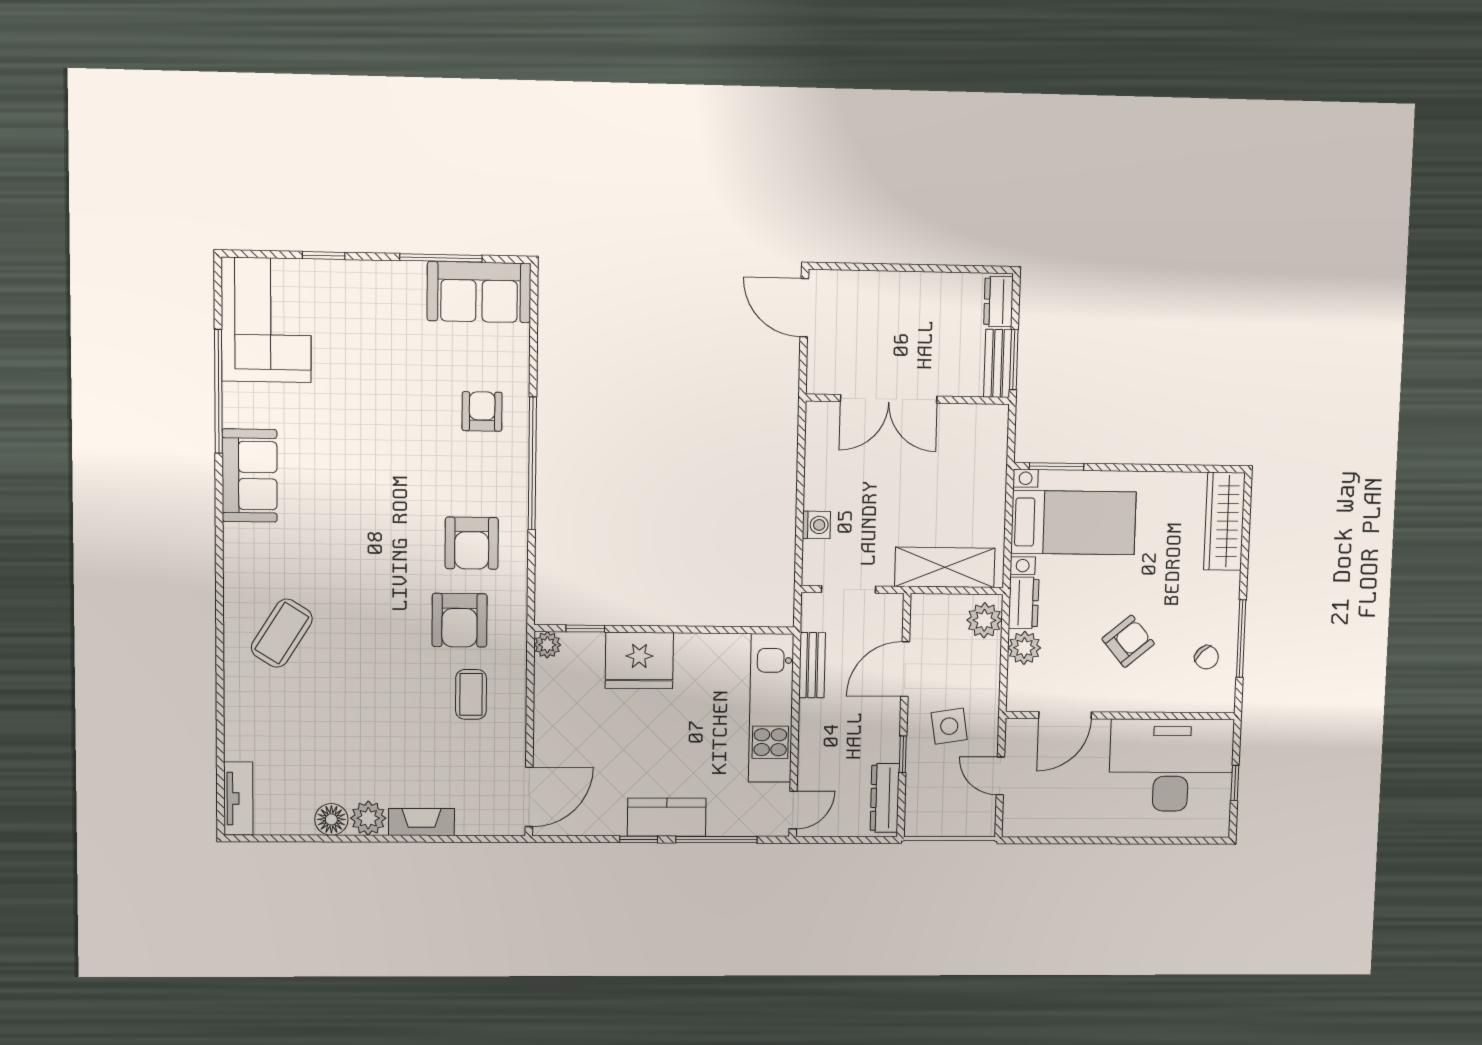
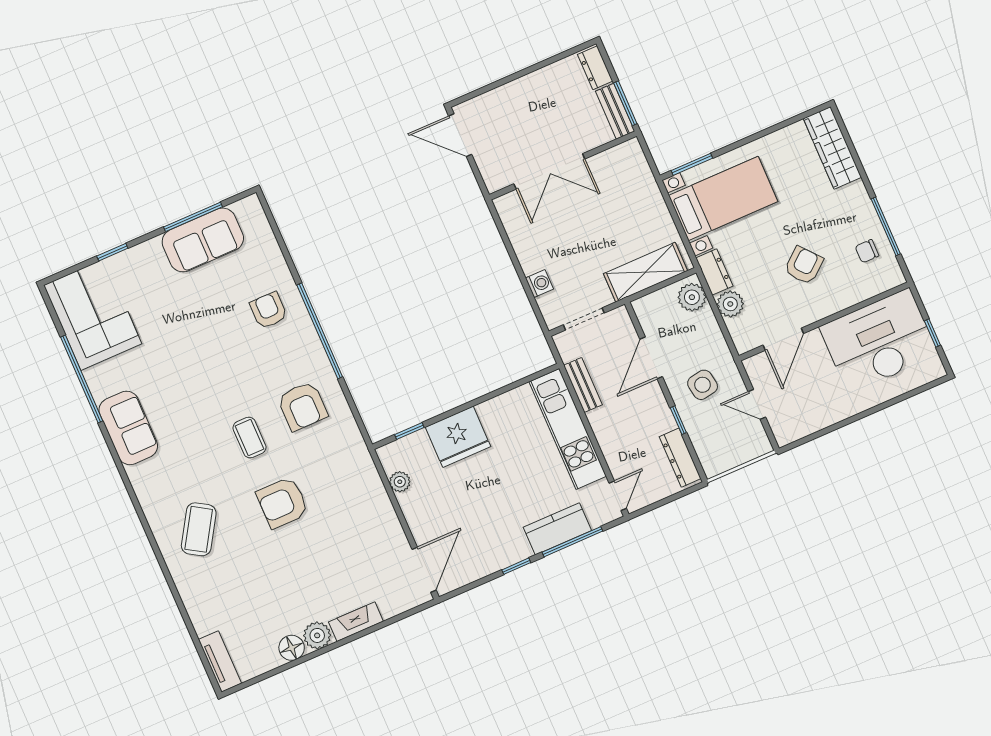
sofa: (479, 292) -> (203, 240), moved
armchair: (460, 620) -> (282, 503), moved, turned 90
plant: (547, 645) -> (400, 482), moved
chair: (1207, 657) -> (867, 251), turned 135
coffee table: (471, 694) -> (249, 438), moved
kitchen counter: (667, 817) -> (557, 529), moved

